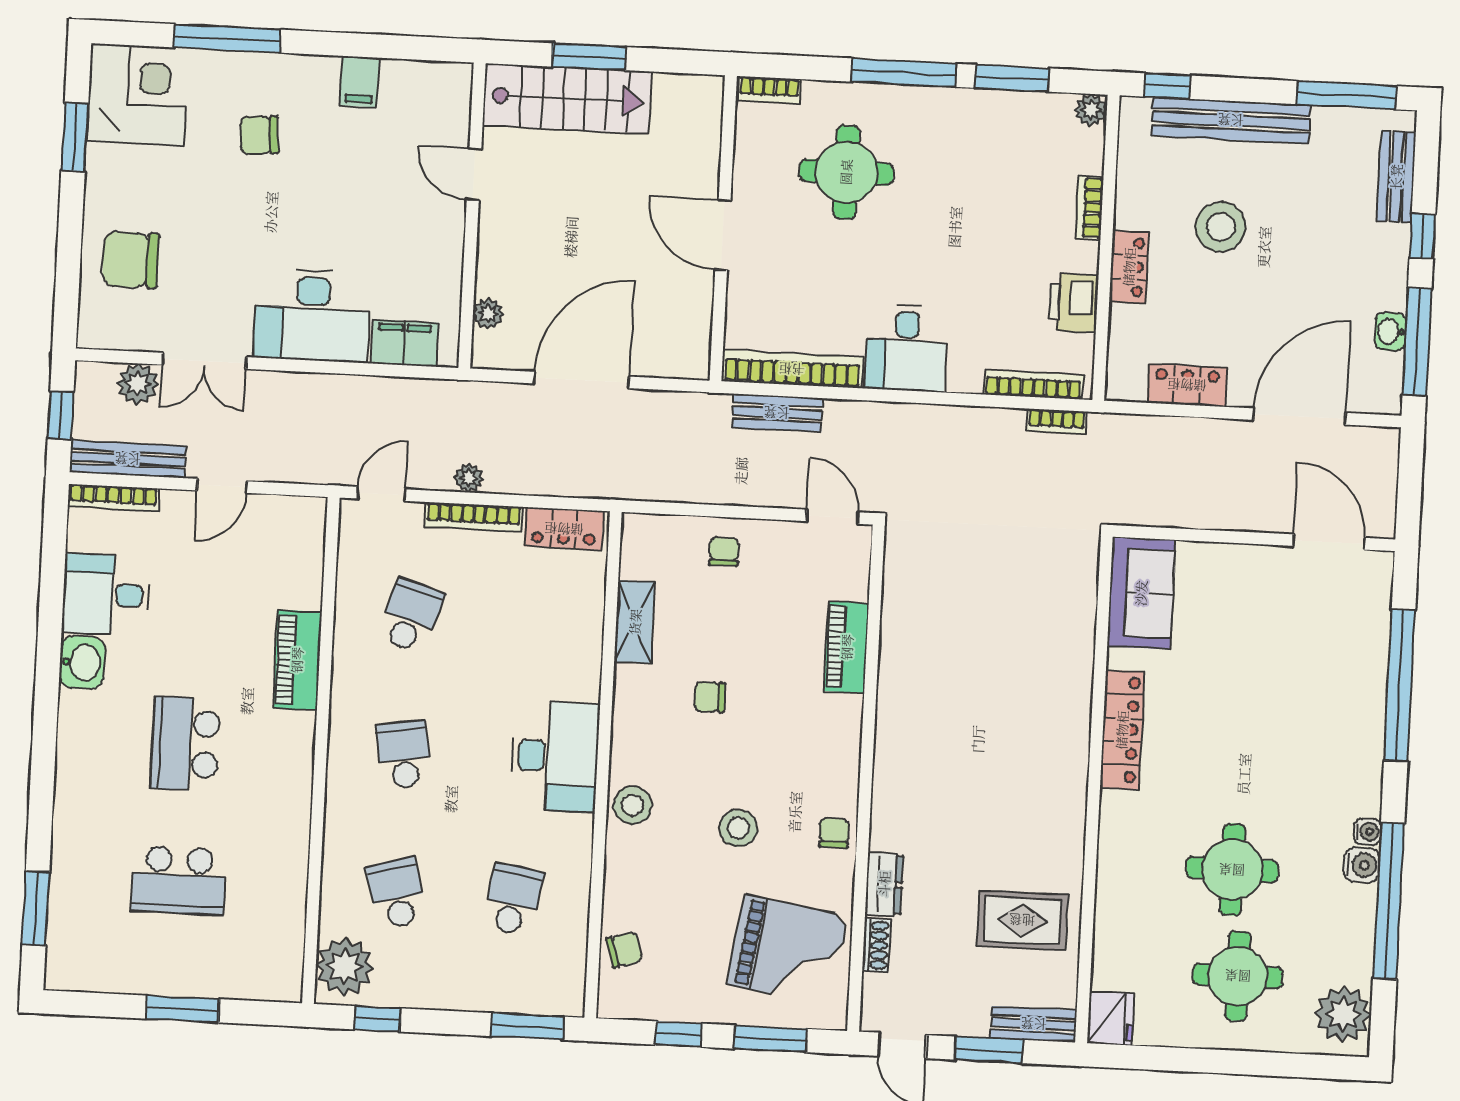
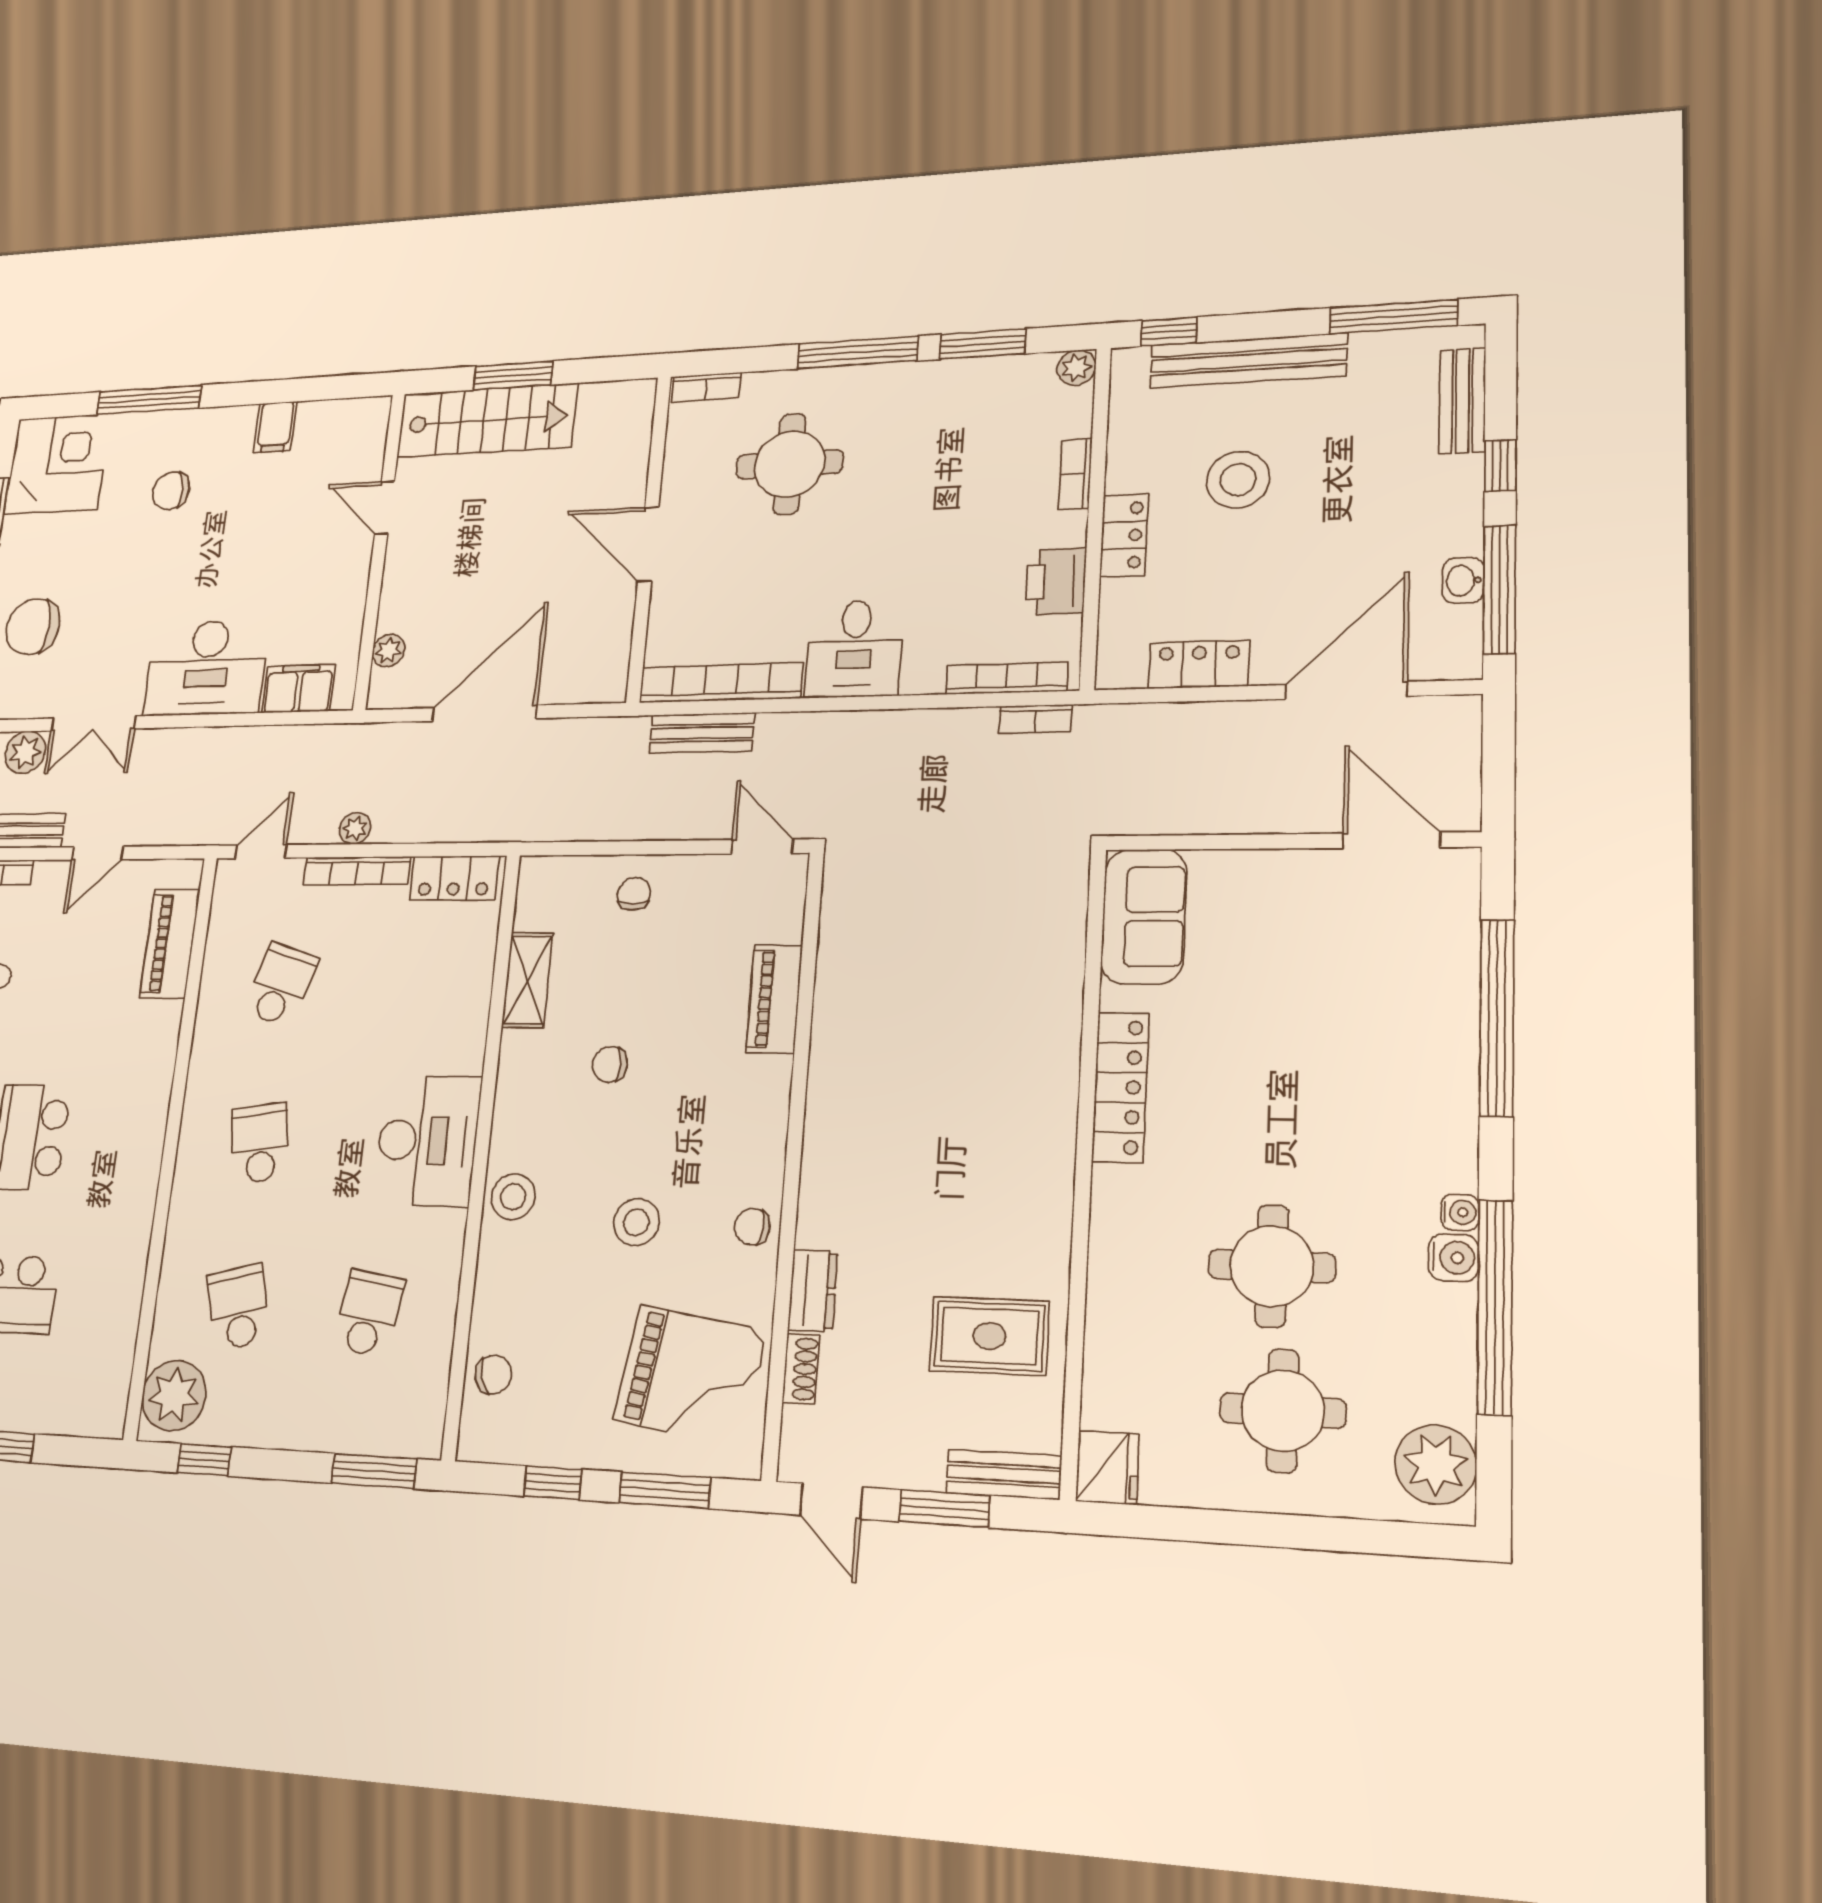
piano: (297, 660) -> (170, 943), moved
chair: (834, 833) -> (752, 1227), turned -85

